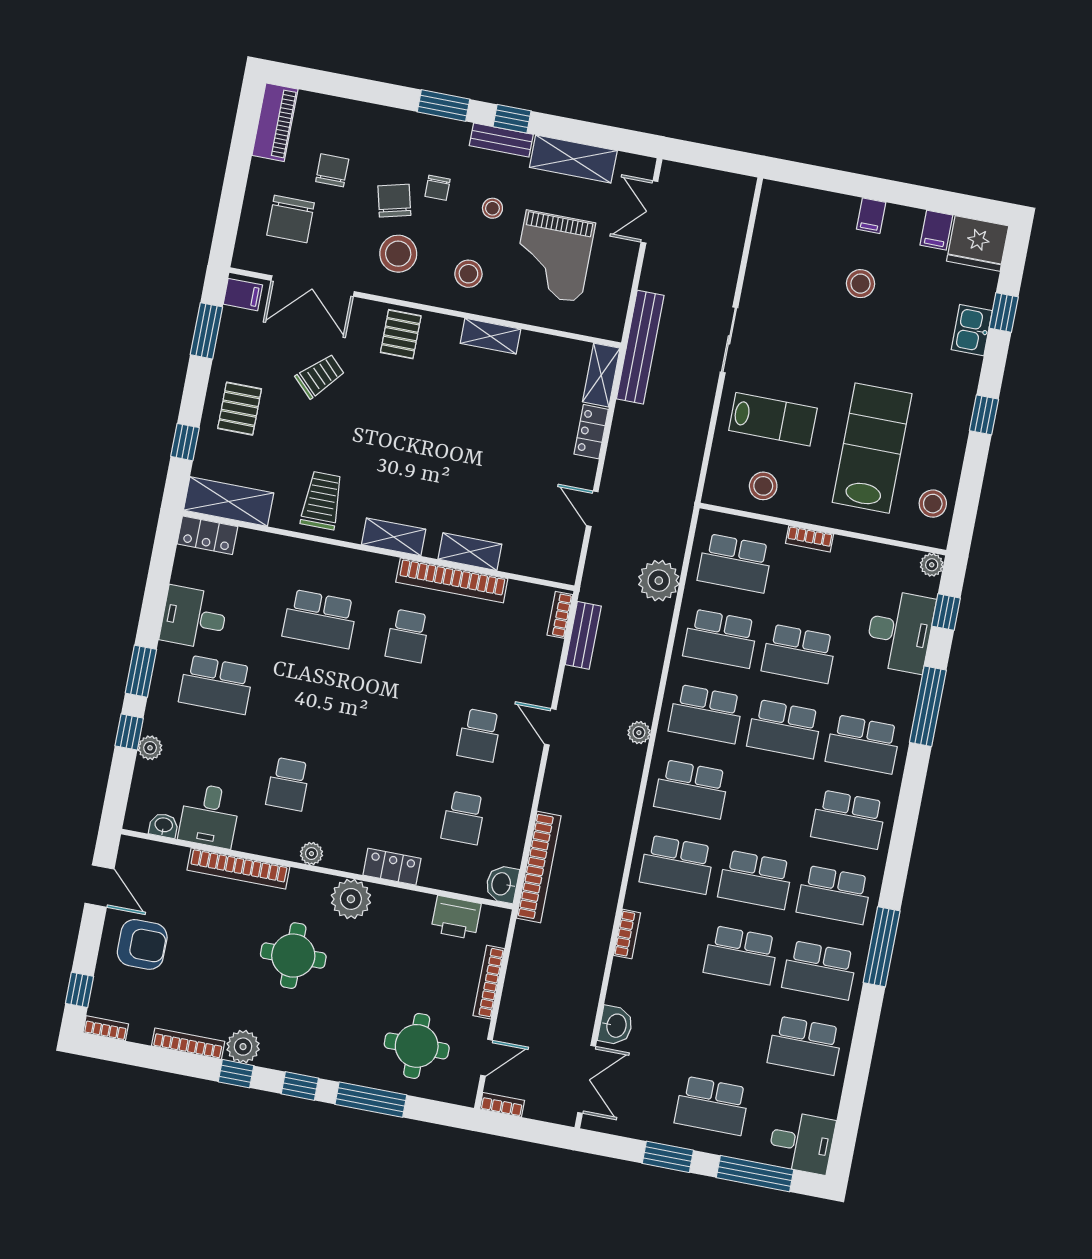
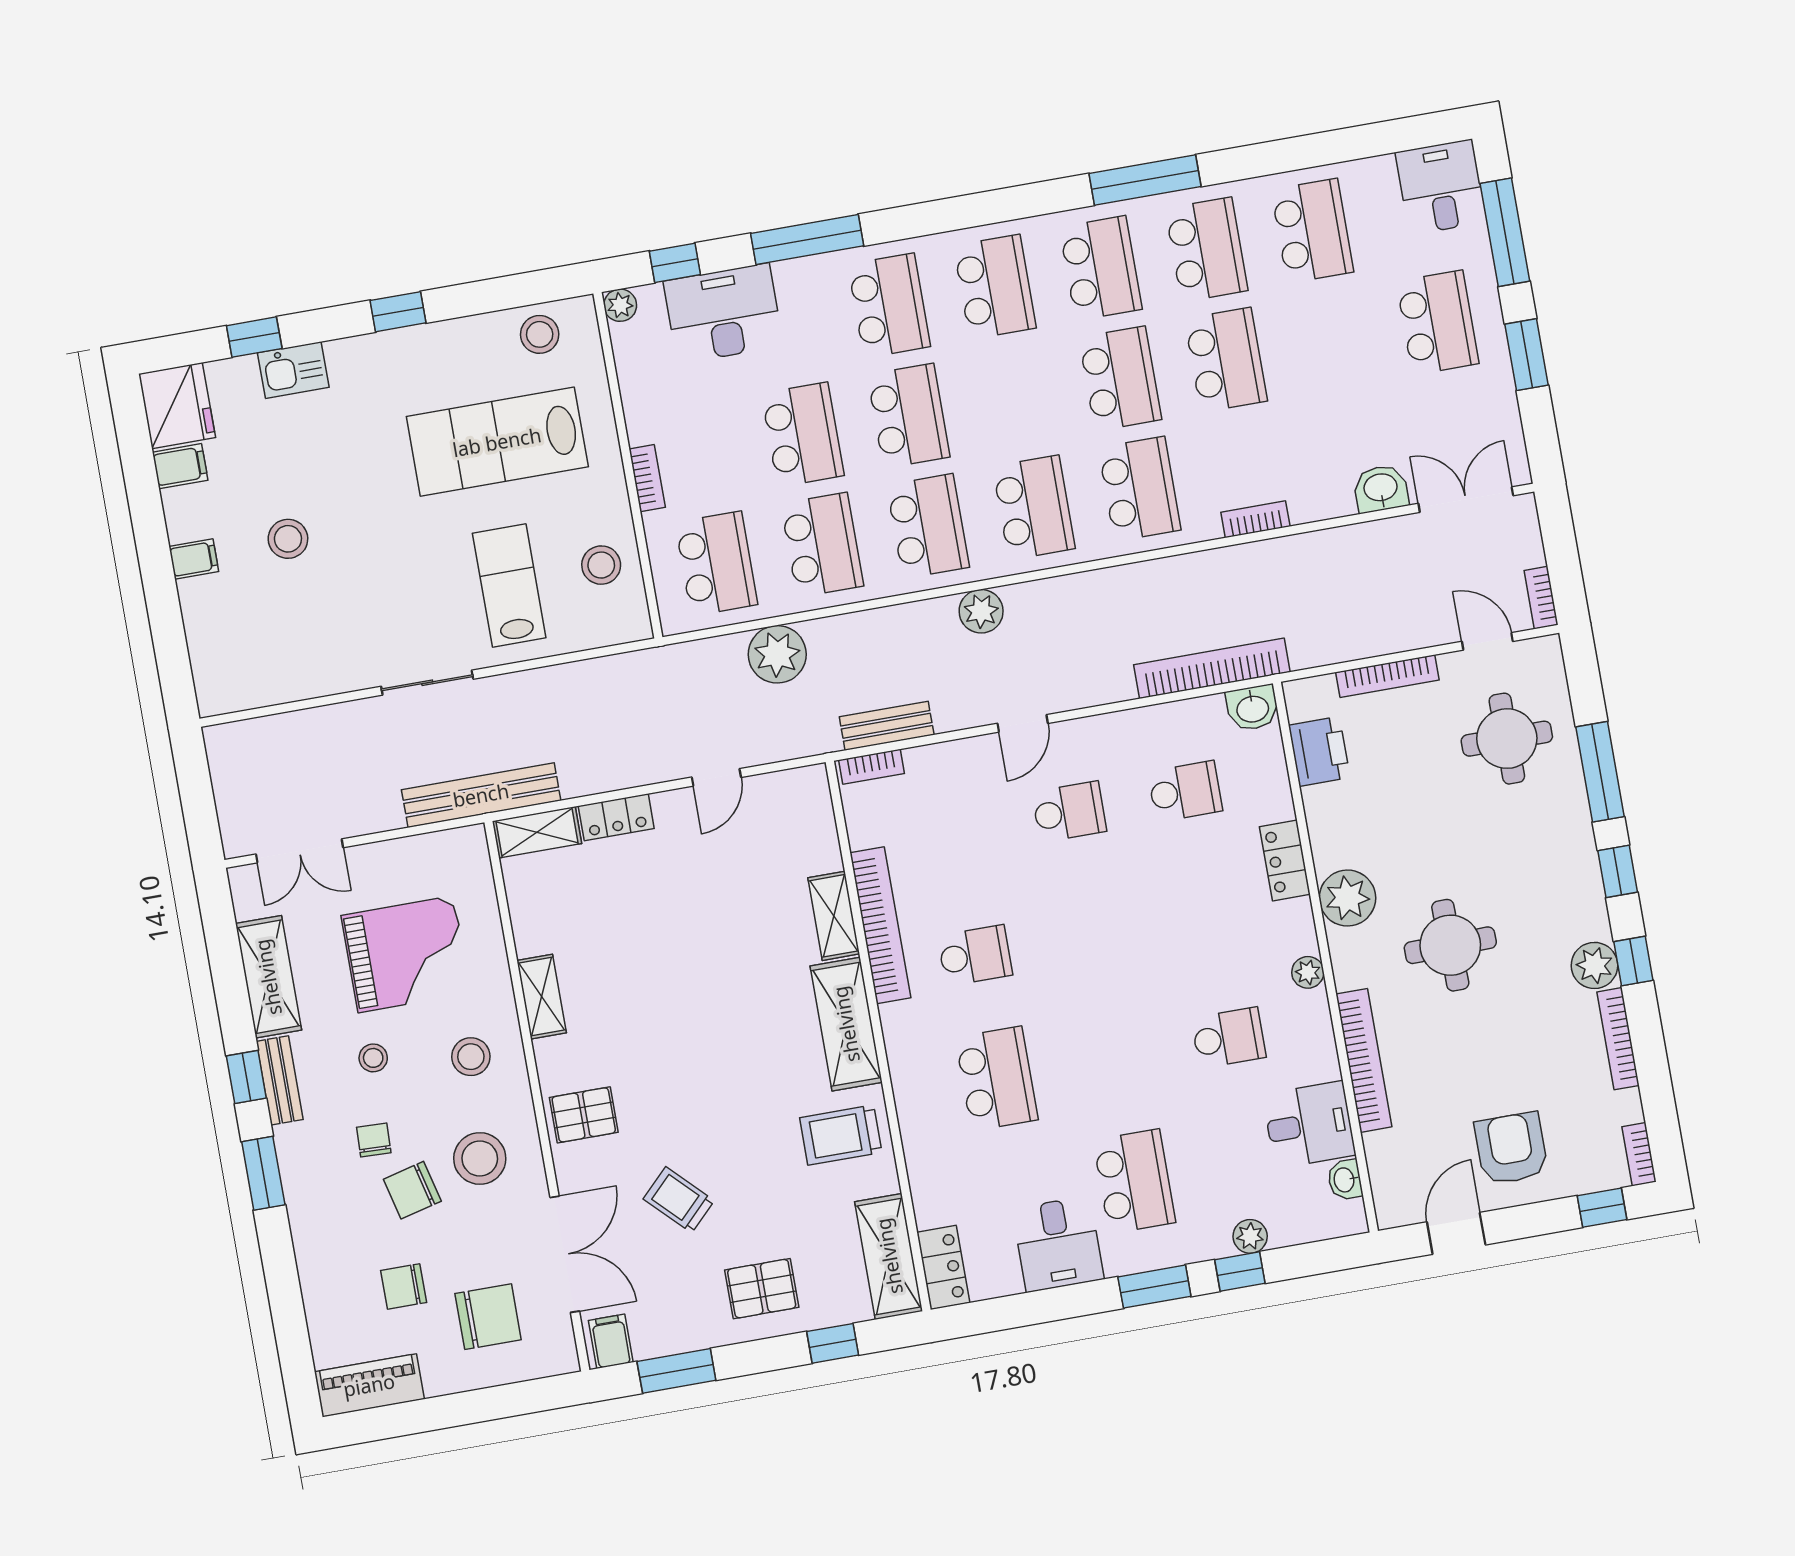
chair: (438, 188) -> (374, 1140), turned -88
shelving: (394, 537) -> (846, 1024), width x1.50, depth x1.33
plant: (639, 733) -> (981, 611), width x1.38, depth x1.38

